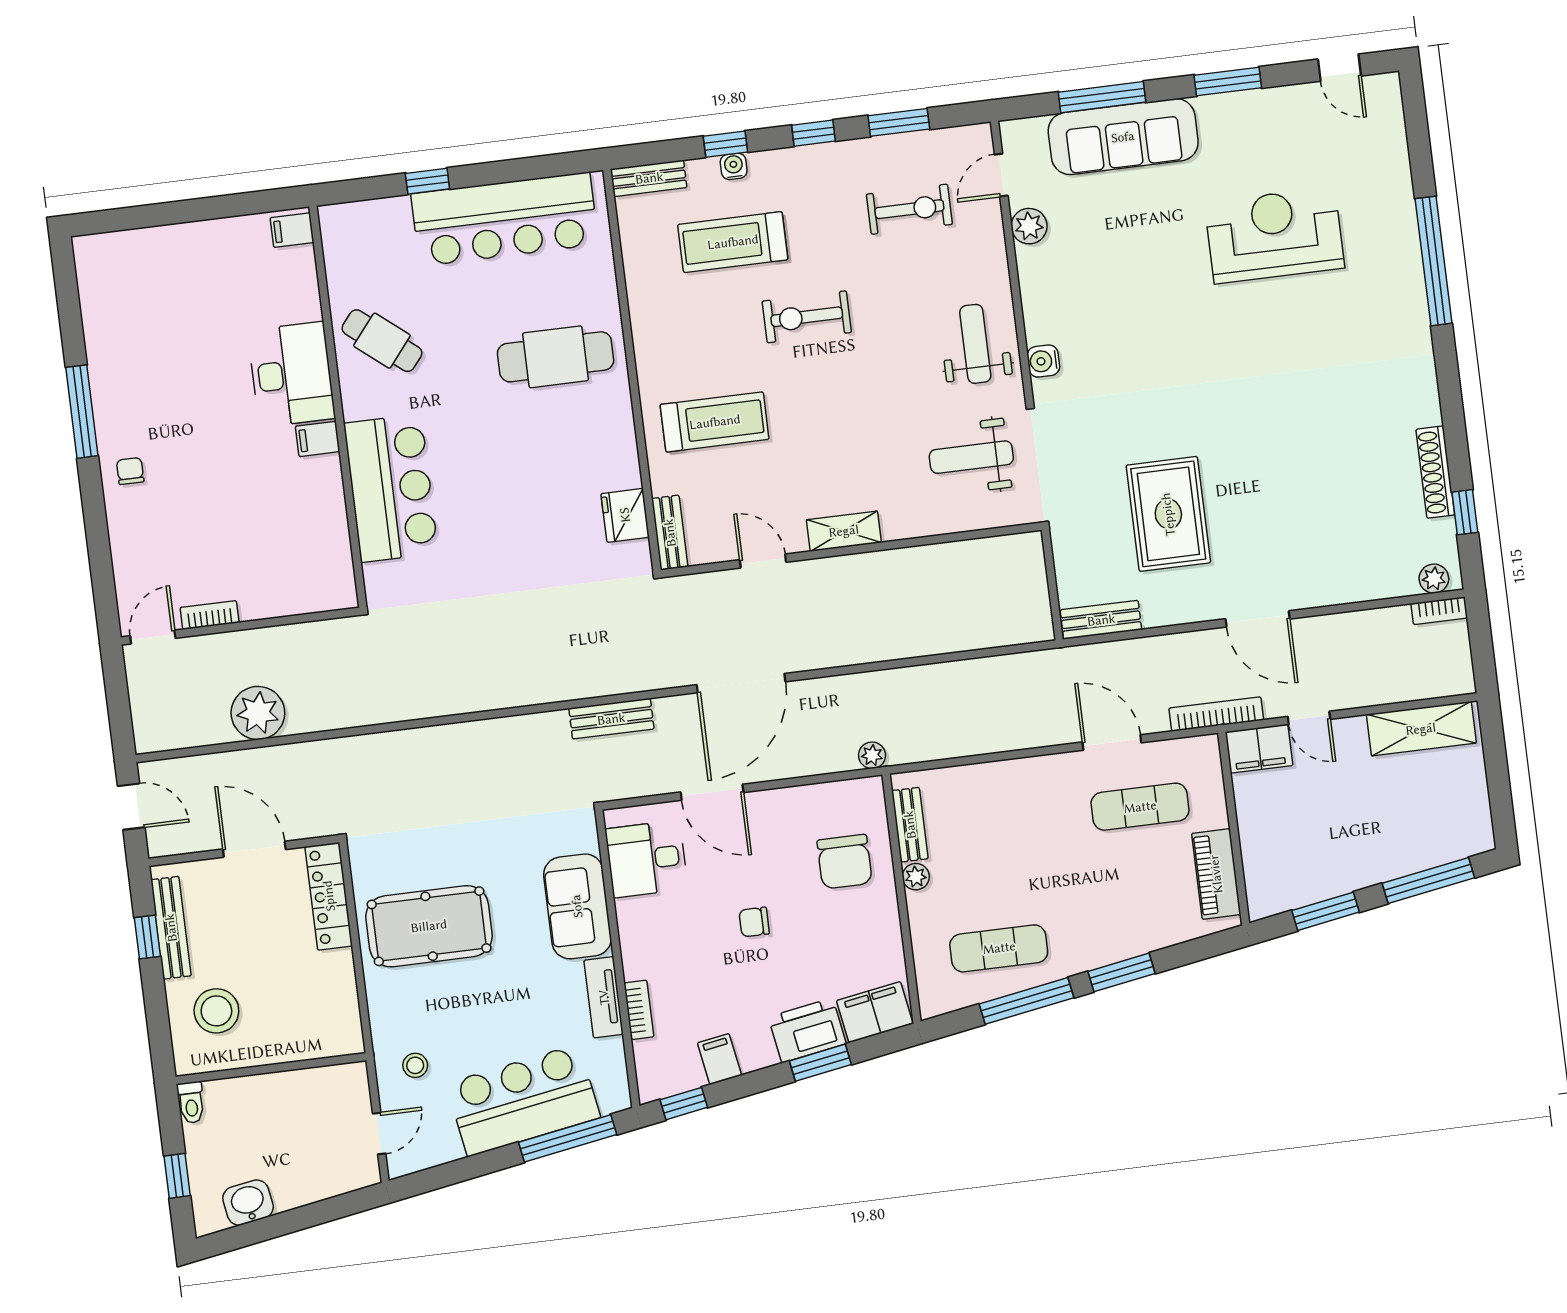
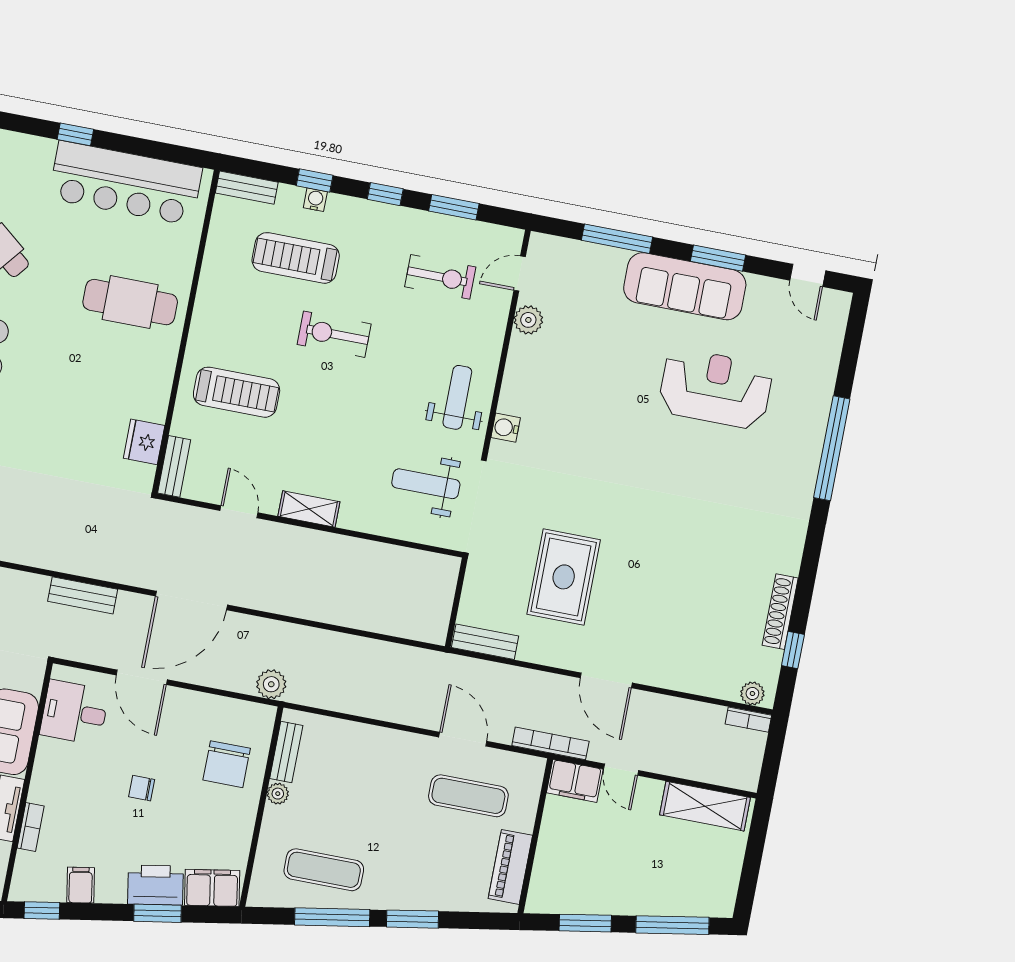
sofa: (1123, 137) -> (685, 286), moved
plant: (872, 755) -> (271, 684), width x1.38, depth x1.38

